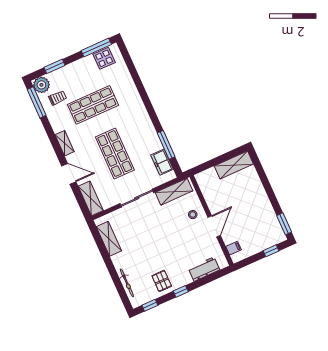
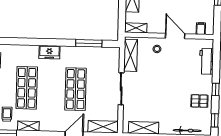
shelving: (65, 143) -> (28, 126), moved
shop shelf: (115, 154) -> (76, 89), turned 90
freezer: (162, 162) -> (49, 52), moved
shelving: (203, 184) -> (136, 28), added

